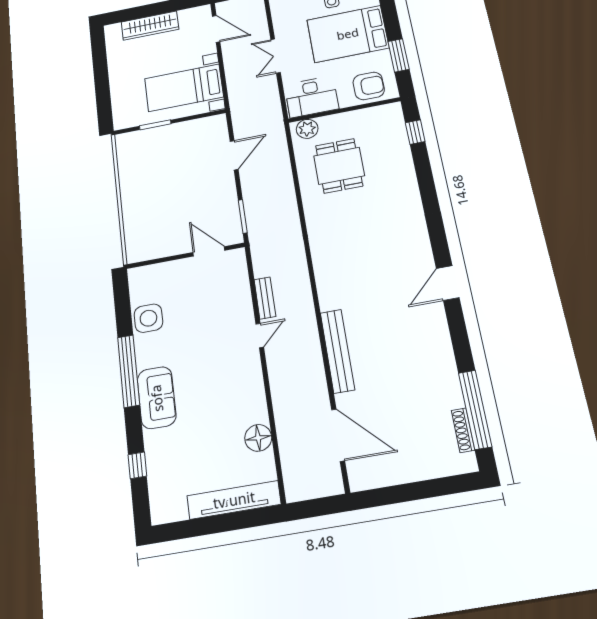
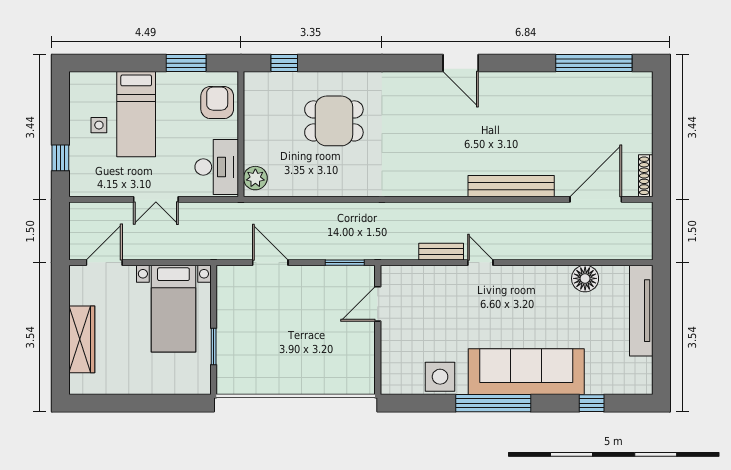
bed: (348, 34) -> (136, 114), width x0.67
dining table: (339, 166) -> (334, 121), moved
sofa: (157, 398) -> (526, 372), width x1.85, depth x1.27
shoe rack: (463, 430) -> (646, 176), moved, turned 90

